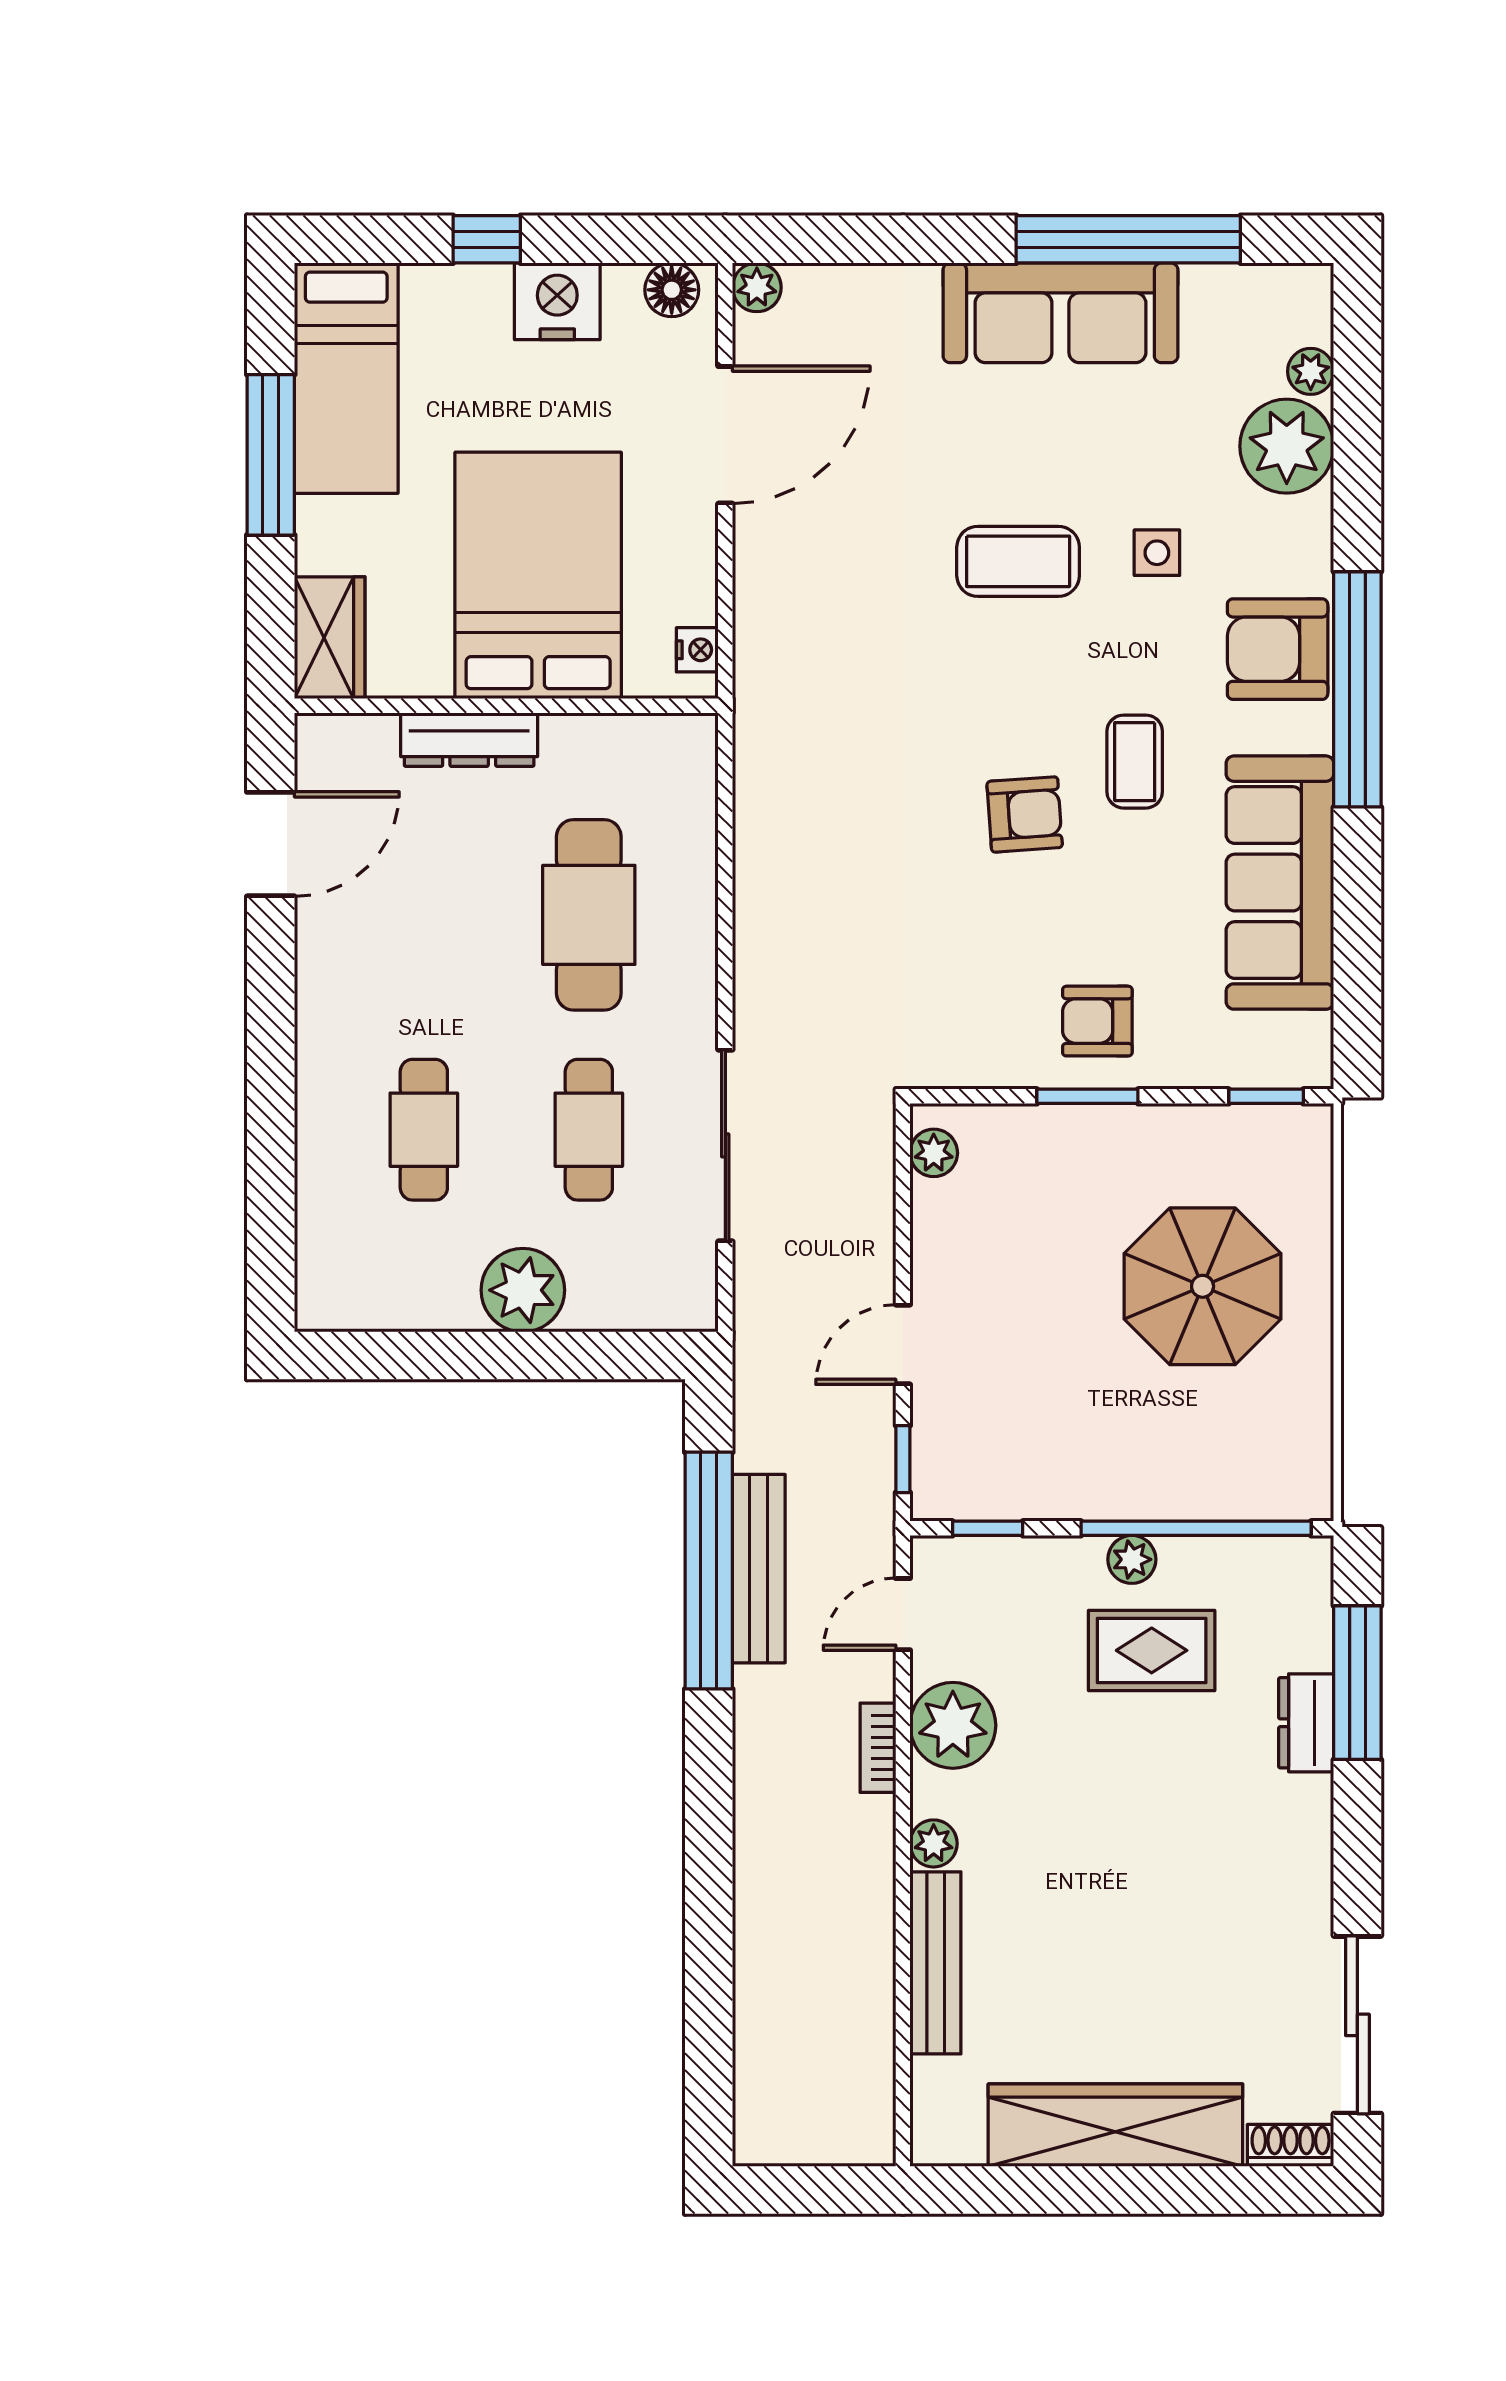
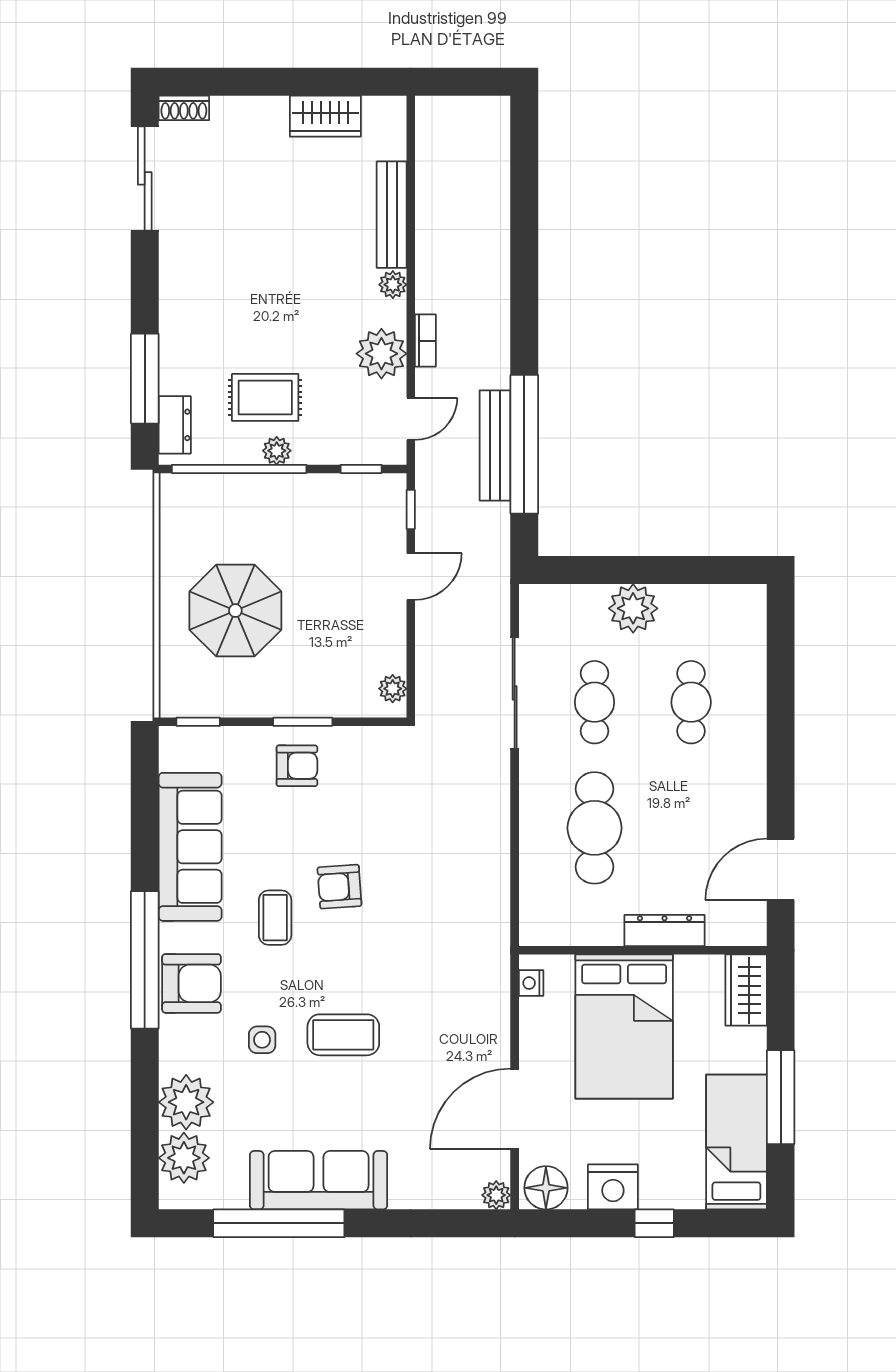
floor lamp: (672, 290) -> (546, 1188), width x1.38, depth x1.38
plant: (1311, 371) -> (184, 1158), width x1.88, depth x1.88
dresser: (1306, 1723) -> (175, 425), moved
wardrobe: (1115, 2125) -> (325, 116), width x0.48, depth x0.85

